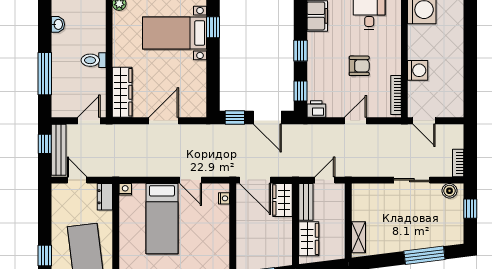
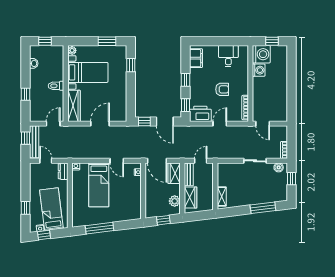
bed with nightstands: (174, 33) -> (88, 72), moved, turned 180
washing machine: (418, 70) -> (259, 70), moved
window: (45, 74) -> (26, 94), width x0.46
printer: (316, 109) -> (200, 114), width x1.87, depth x1.48
plant: (283, 245) -> (175, 201), added

